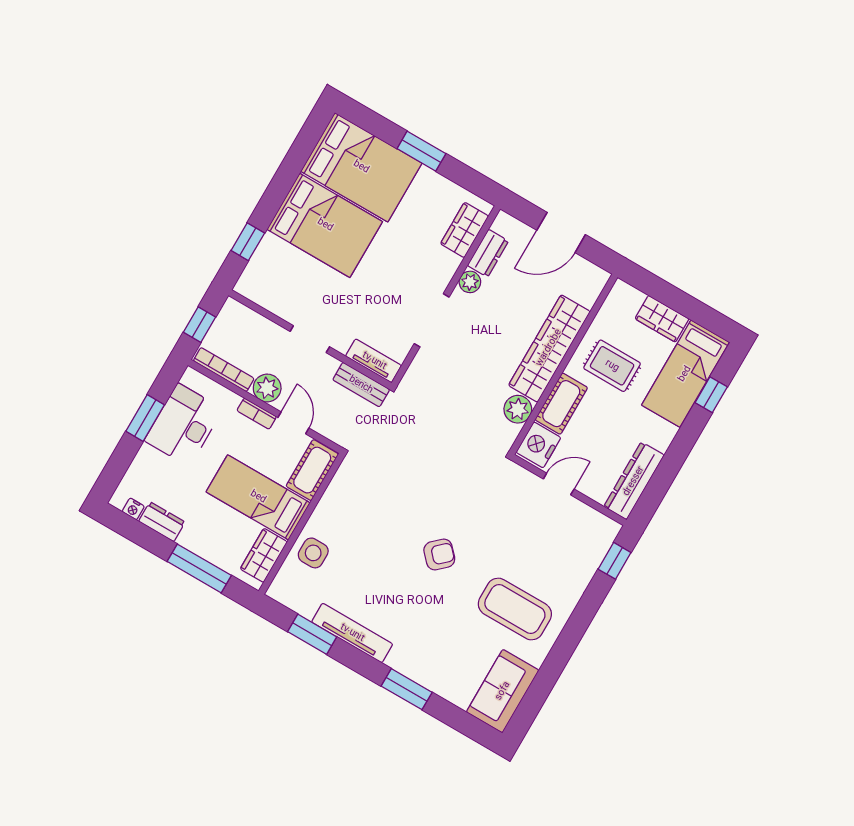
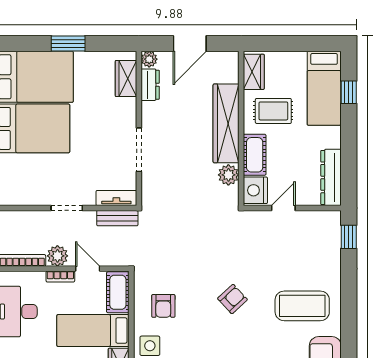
plant: (470, 282) -> (149, 59), moved
wardrobe: (662, 319) -> (254, 72), moved, turned -90
armchair: (355, 516) -> (163, 306), added

